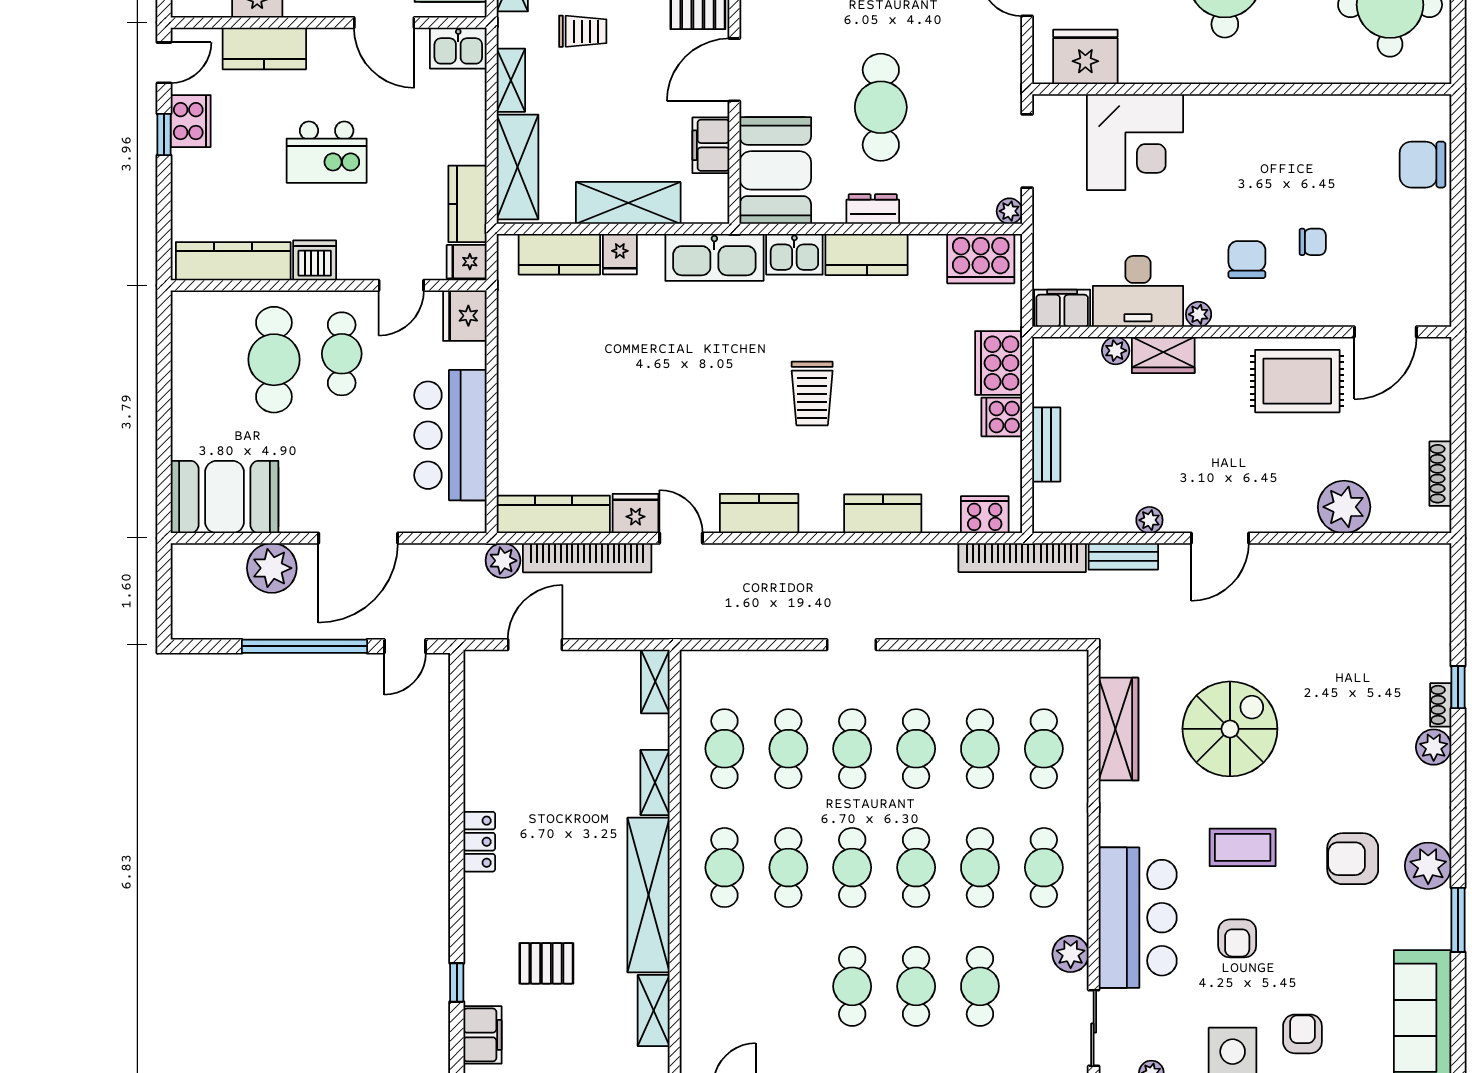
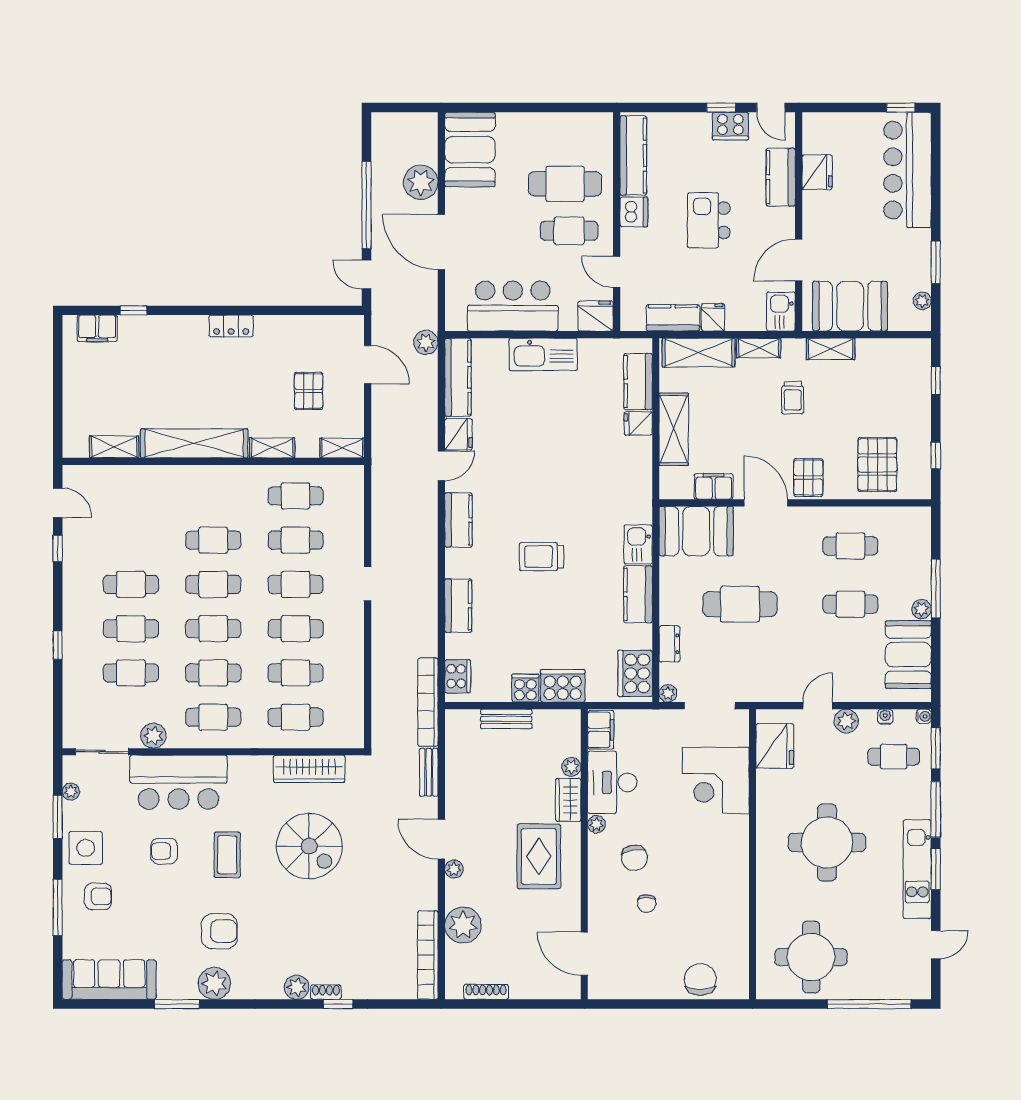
dresser: (873, 209) -> (669, 644), moved
kitchen sink: (714, 257) -> (543, 354), moved, turned -90
chair: (1247, 260) -> (634, 858), turned 80
fridge: (467, 262) -> (713, 317), moved
rug: (1297, 381) -> (539, 856), moved
plant: (1149, 520) -> (454, 869), moved
bookcase: (587, 558) -> (428, 955), moved
armchair: (1353, 859) -> (219, 931), turned 90
cafe table: (724, 868) -> (213, 496), removed
pallet: (546, 963) -> (309, 391), moved

